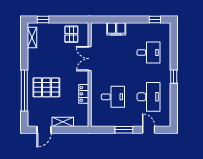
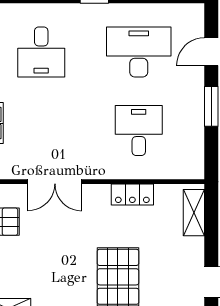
desk: (148, 53) -> (41, 52), turned 180
shelving: (63, 122) -> (194, 213), moved

